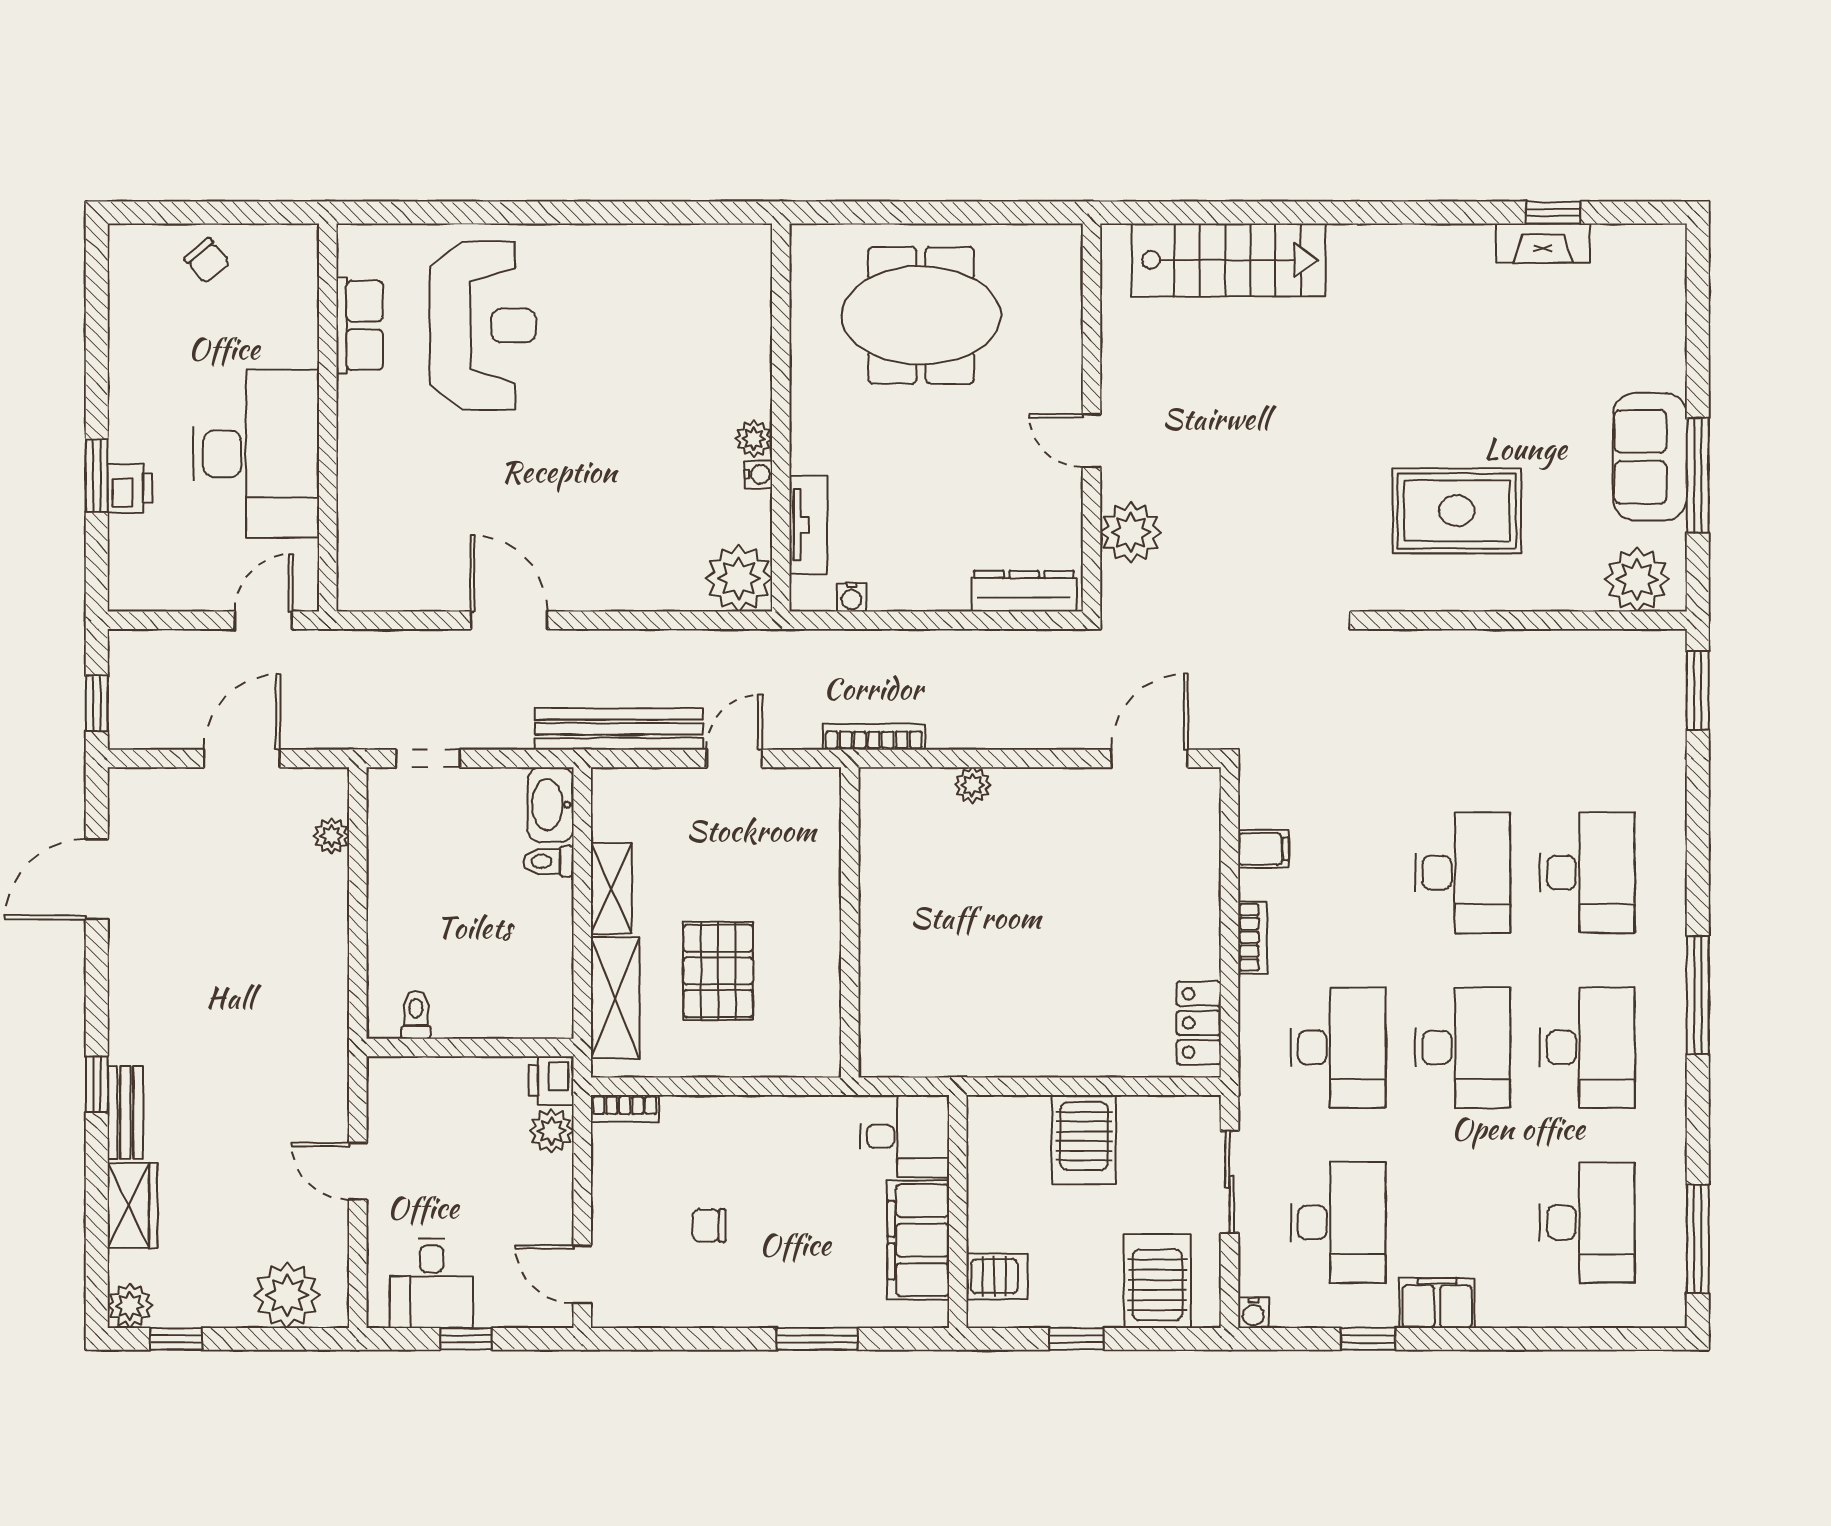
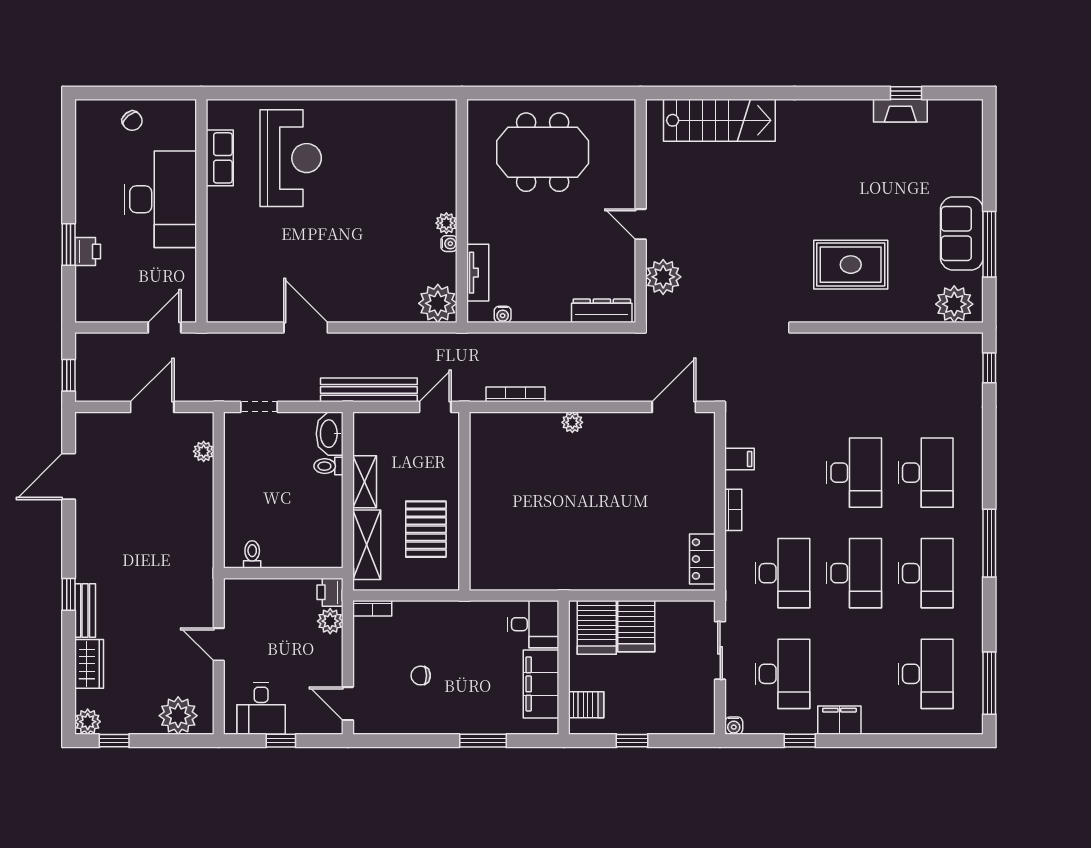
desk: (256, 454) -> (160, 199), moved
window: (1698, 690) -> (989, 368), width x0.67
wall: (850, 922) -> (464, 501), moved
server rack: (1157, 1281) -> (597, 627), moved, turned 180

